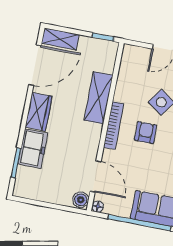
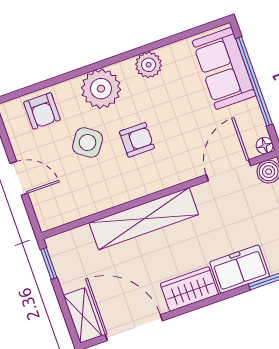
shelving: (99, 98) -> (144, 219), width x1.47
bookcase: (114, 126) -> (152, 185), removed
armchair: (146, 133) -> (137, 140), turned 180

